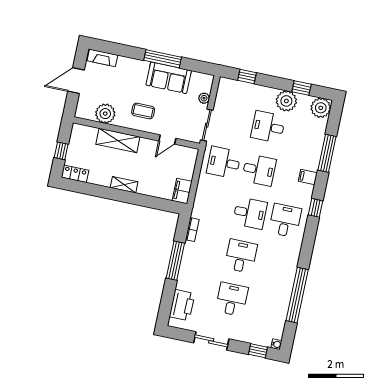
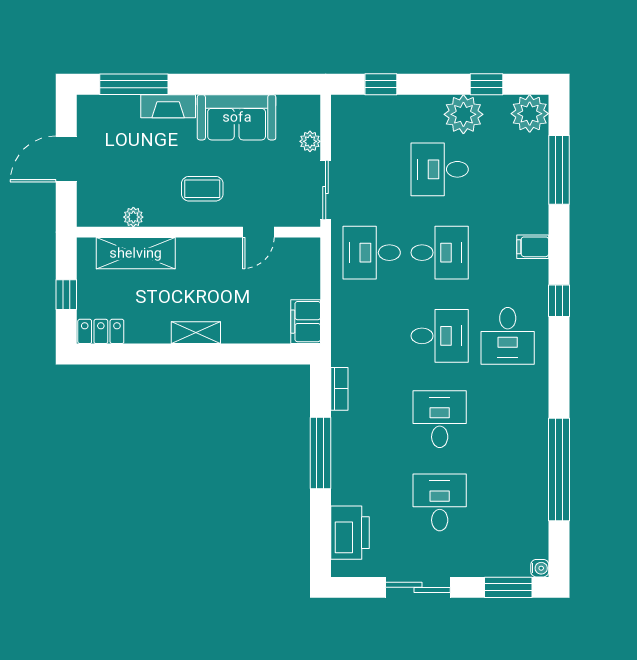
fireplace: (102, 58) -> (168, 106), moved
window: (163, 59) -> (134, 84), moved
plant: (105, 114) -> (133, 217), width x0.53, depth x0.53
shelving: (118, 140) -> (136, 253), moved
window: (327, 153) -> (559, 170), moved
desk: (285, 220) -> (508, 336), turned 180
window: (258, 351) -> (508, 587), width x1.50

